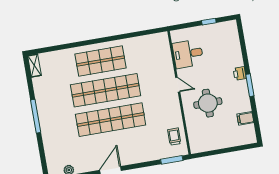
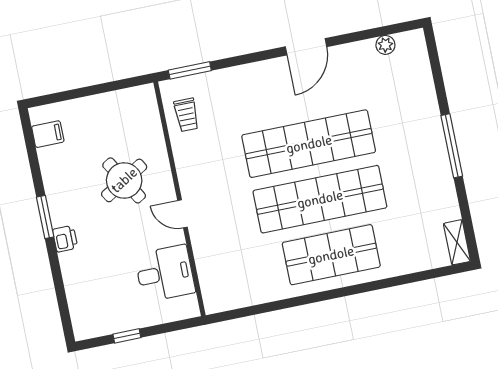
round table: (208, 103) -> (124, 180), turned -31
filing cabinet: (245, 118) -> (48, 134), moved

